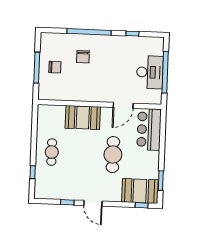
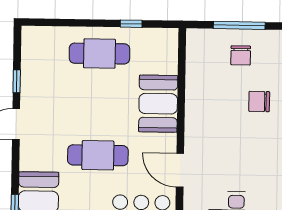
cafe table: (52, 152) -> (99, 54), width x1.37, depth x1.35
window: (33, 172) -> (131, 24), moved

